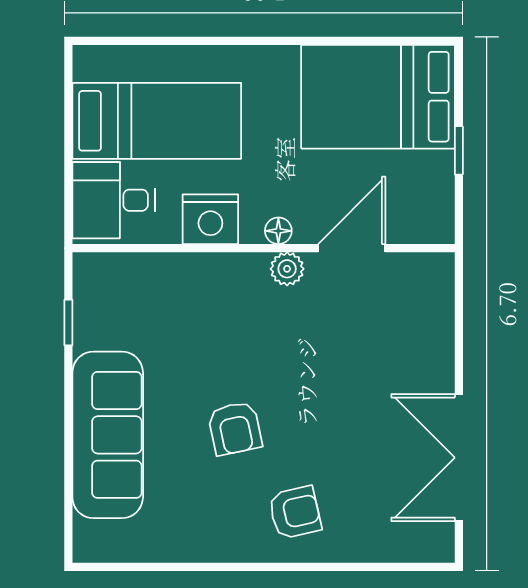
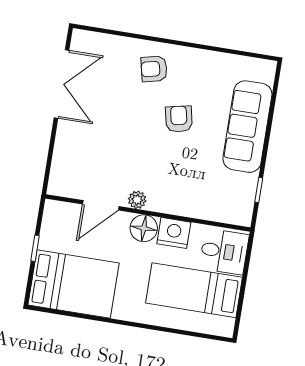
floor lamp: (278, 231) -> (144, 228), width x1.89, depth x1.89

